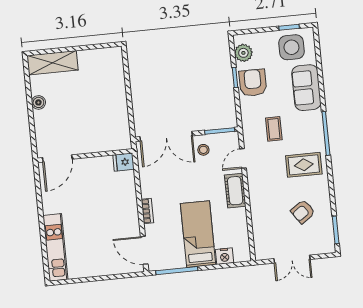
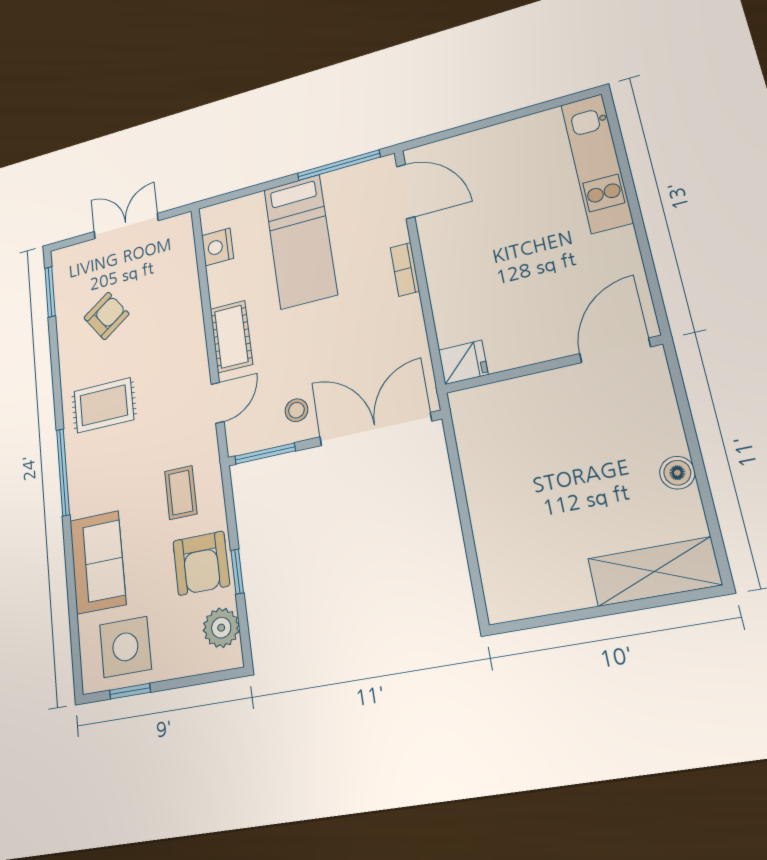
coffee table: (274, 129) -> (181, 493), moved
nightstand: (225, 256) -> (218, 247), moved, turned -90

